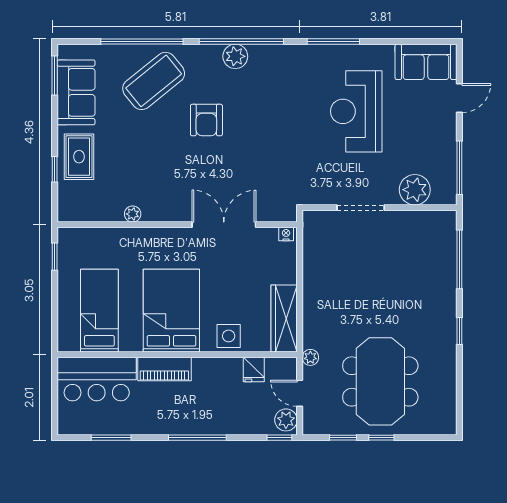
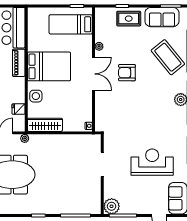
armchair: (206, 120) -> (127, 73), moved
plant: (415, 190) -> (112, 206), moved
double door: (224, 225) -> (93, 74), moved
bed: (99, 311) -> (71, 24), moved, turned 180

